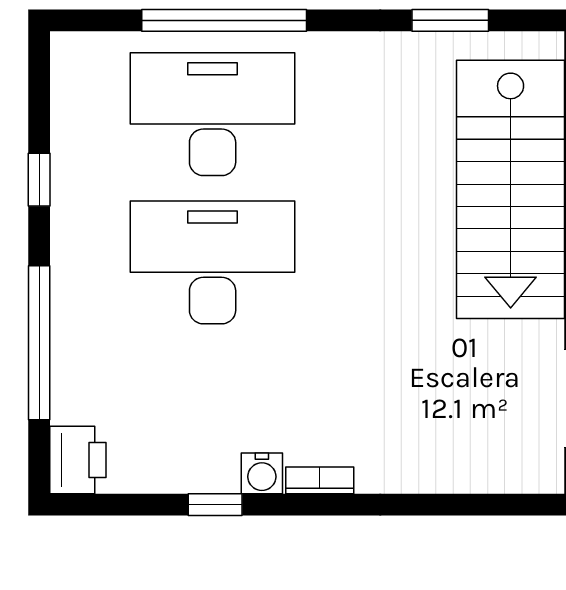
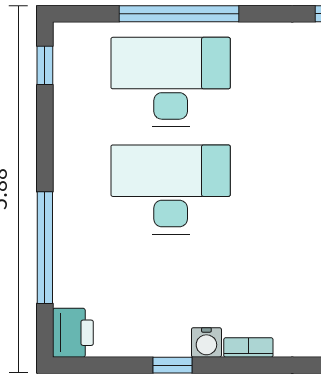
window: (39, 180) -> (45, 65), moved

